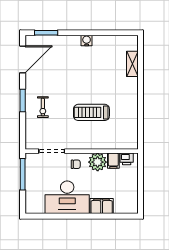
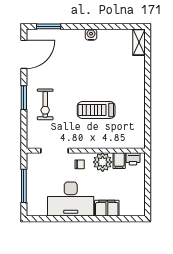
shelving: (132, 64) -> (139, 42), moved
exercise bike: (43, 107) -> (45, 104), width x1.38, depth x1.39
window: (23, 174) -> (24, 186), moved

